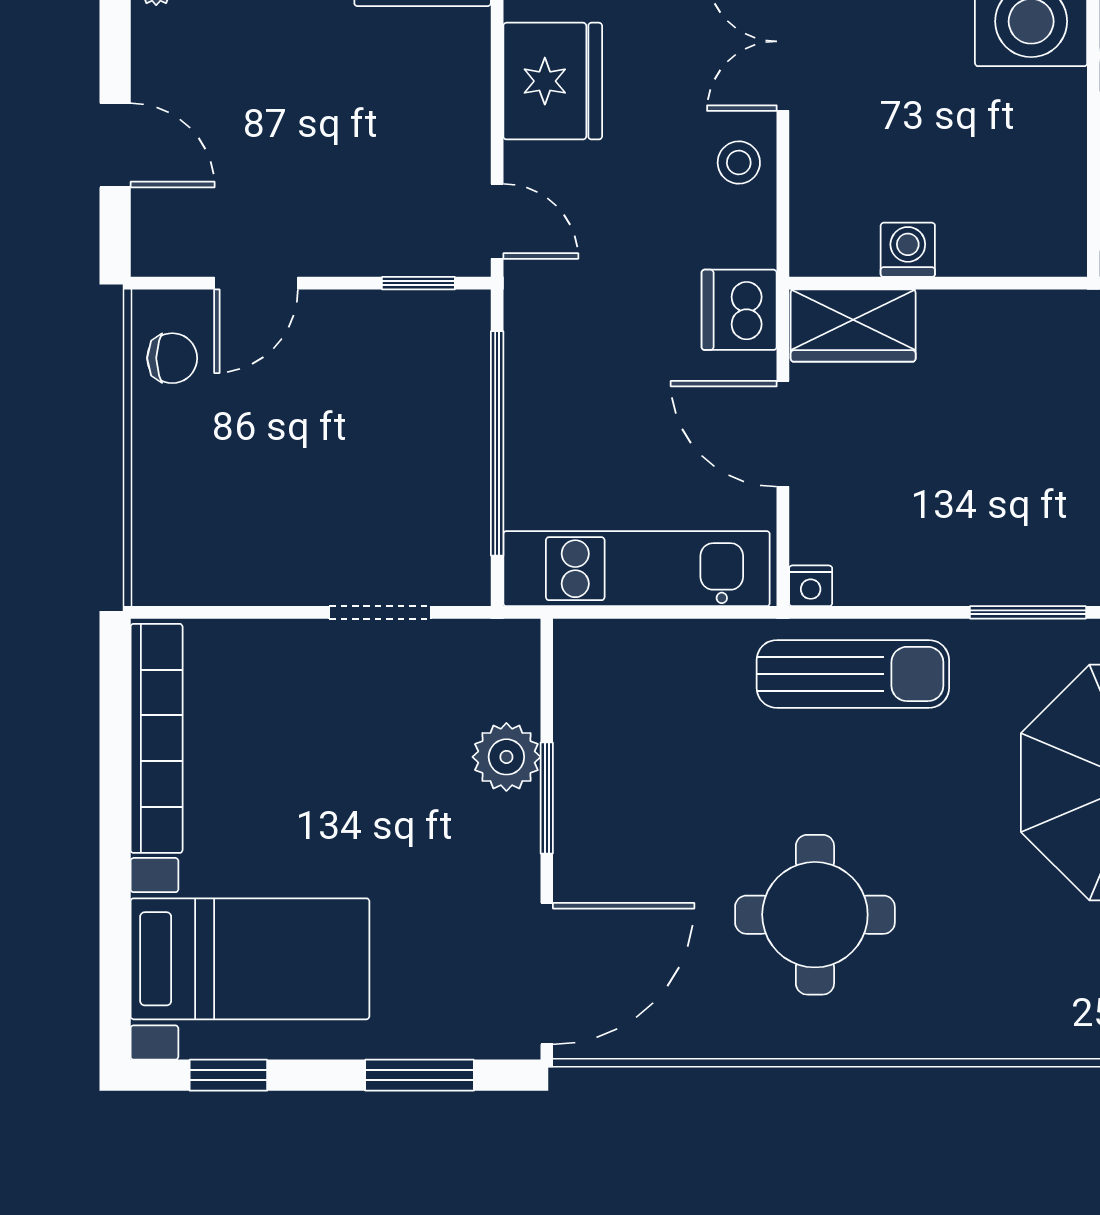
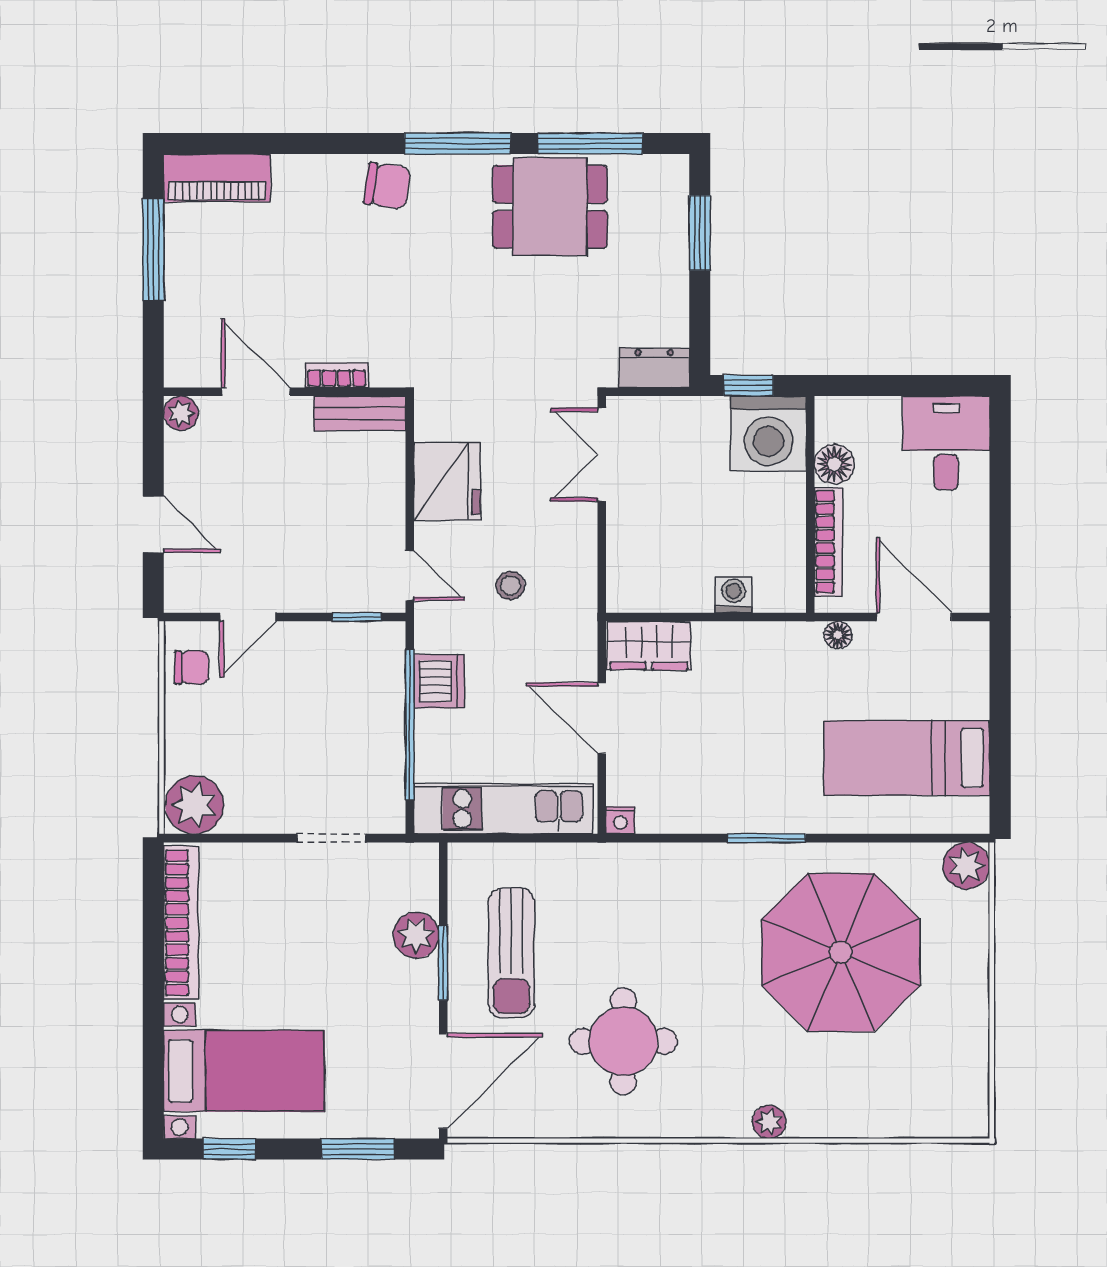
stool: (739, 163) -> (510, 586), moved
washing machine: (908, 250) -> (734, 595), moved
dishwasher: (739, 310) -> (439, 681), moved, turned 180
plant: (176, 563) -> (194, 805), added
sun lounger: (853, 674) -> (511, 953), moved, turned 90
plant: (1032, 1035) -> (769, 1122), added

